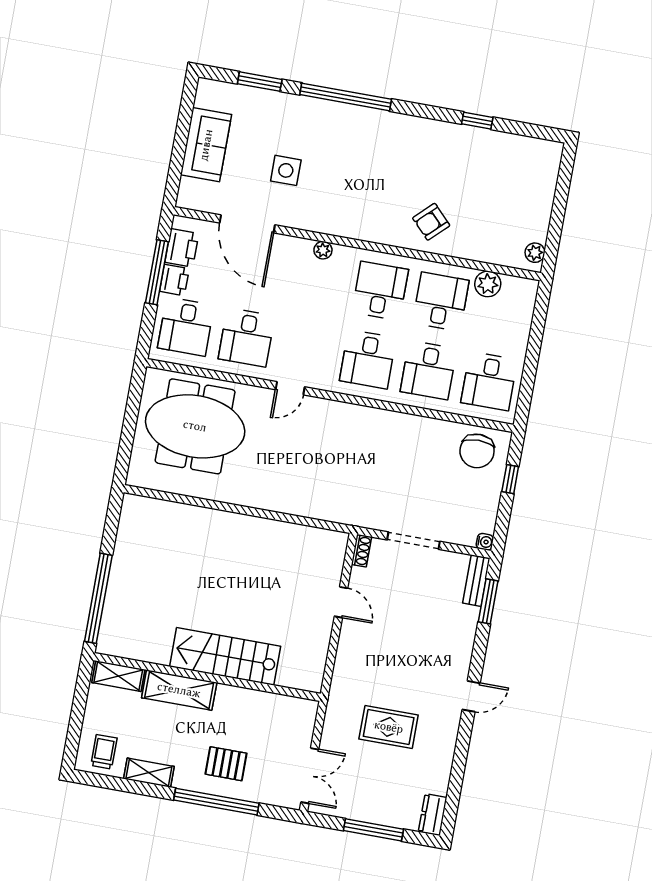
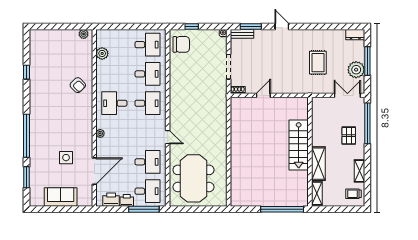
window: (157, 272) -> (144, 209), moved
desk: (441, 302) -> (114, 74), removed
door: (471, 696) -> (282, 26), moved
window: (216, 802) -> (367, 123), moved
plant: (360, 803) -> (356, 70), added

